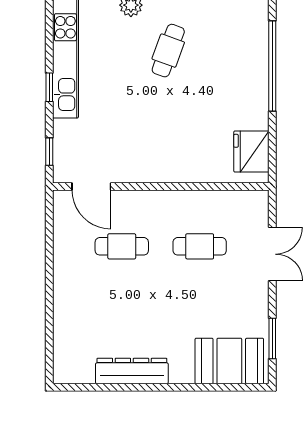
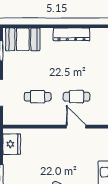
door: (91, 187) -> (76, 127), moved

